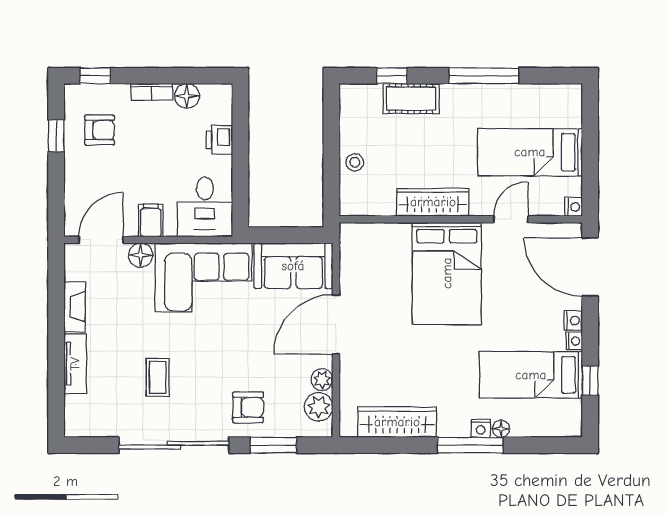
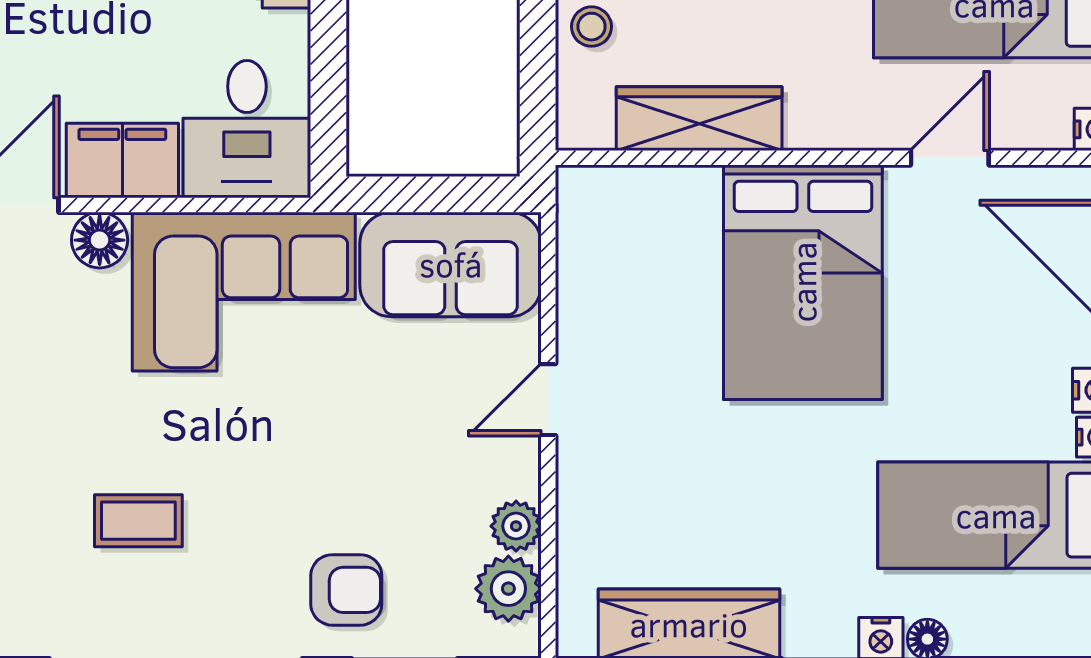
wardrobe: (433, 202) -> (699, 119), moved
filing cabinet: (151, 220) -> (122, 160), width x2.00
door: (336, 325) -> (548, 400), width x0.53
coffee table: (158, 377) -> (138, 521), turned 90

